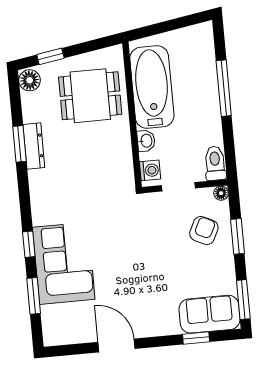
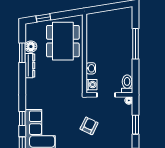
floor lamp: (30, 80) -> (31, 47), moved
bathtub: (152, 87) -> (97, 40), removed
dining table: (90, 96) -> (63, 41), width x1.37
window: (20, 144) -> (22, 53), moved
armchair: (204, 230) -> (89, 126), moved

